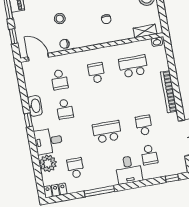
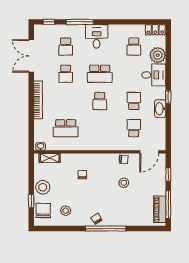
door: (38, 57) -> (149, 152), hinge flipped
school desk: (96, 73) -> (100, 101), moved
school desk: (149, 155) -> (66, 47), turned 180
desk: (129, 170) -> (97, 36), moved
window: (99, 191) -> (80, 22), moved

